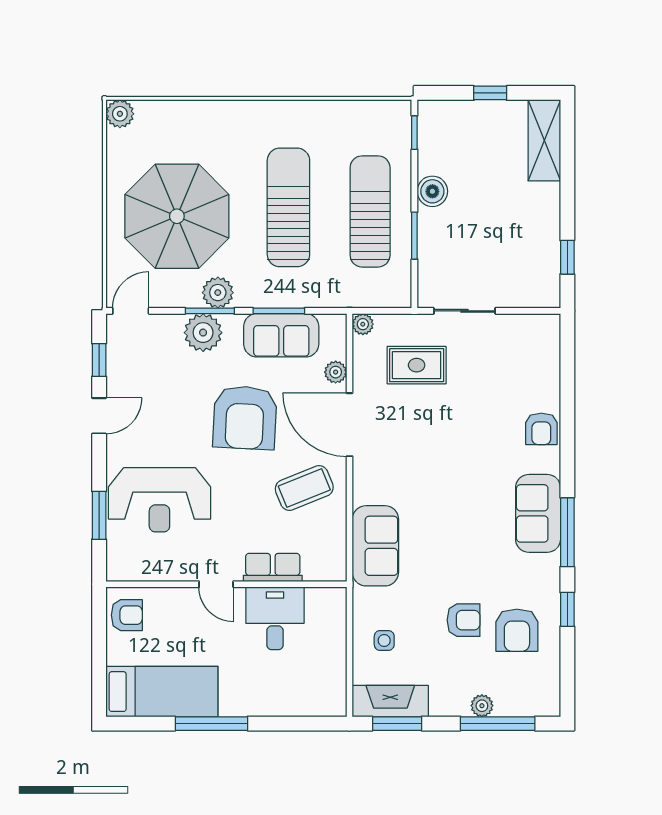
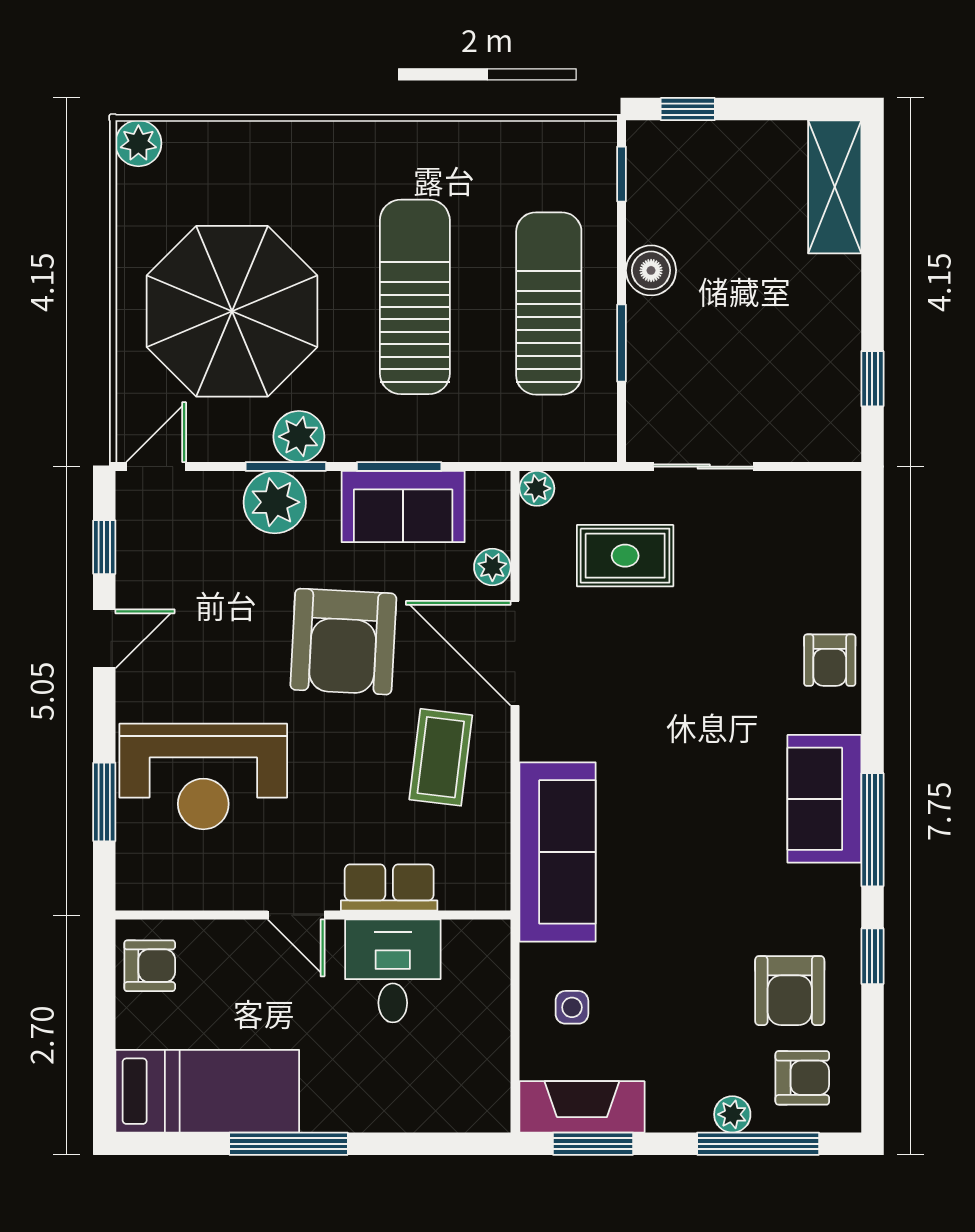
window: (490, 93) -> (688, 109), moved
coffee table: (304, 488) -> (441, 757), turned -61
sofa: (375, 546) -> (558, 852), width x1.36
armchair: (464, 620) -> (802, 1078), moved

